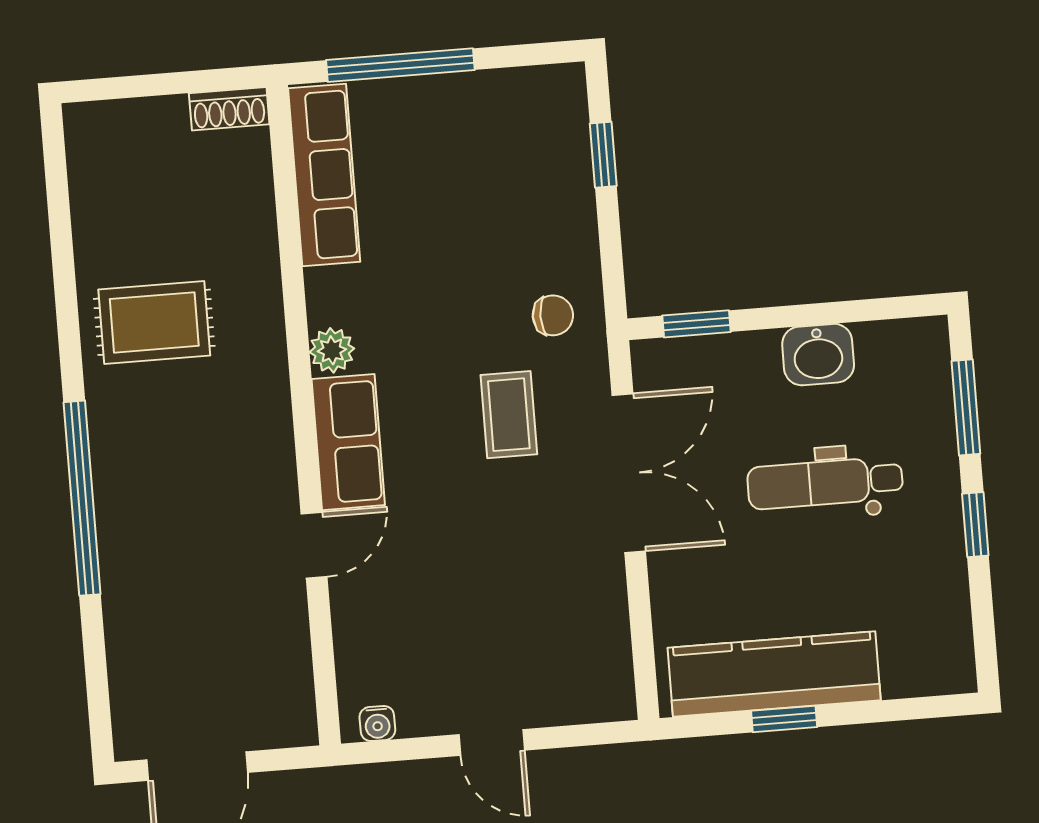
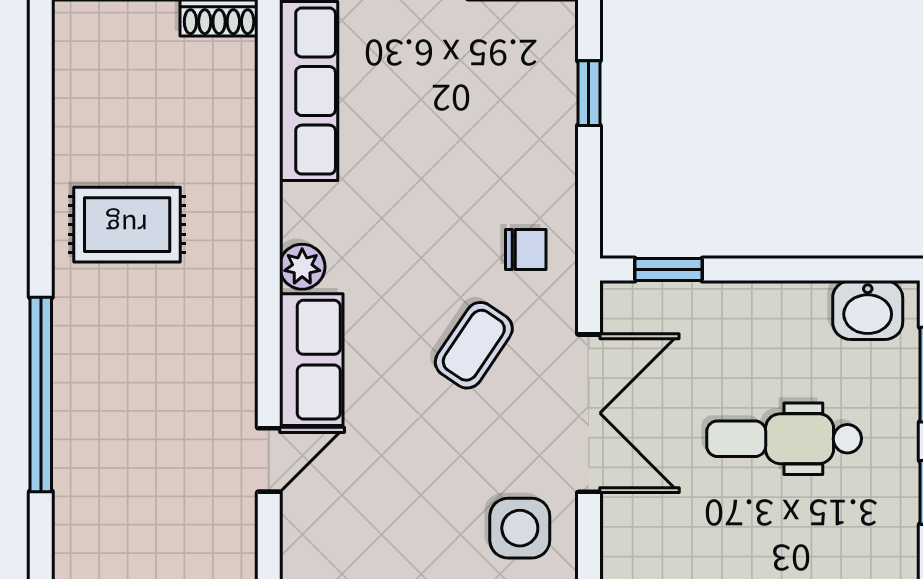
washbasin: (818, 355) -> (868, 310), moved
coffee table: (509, 415) -> (474, 345), turned 34
side table: (569, 593) -> (520, 528), added

